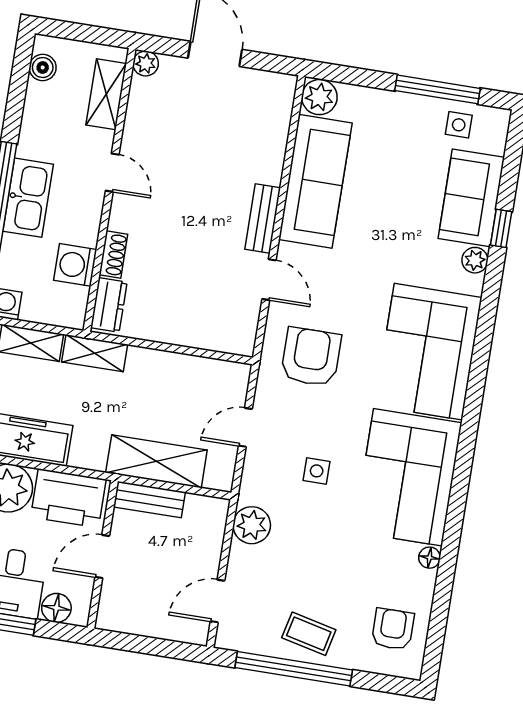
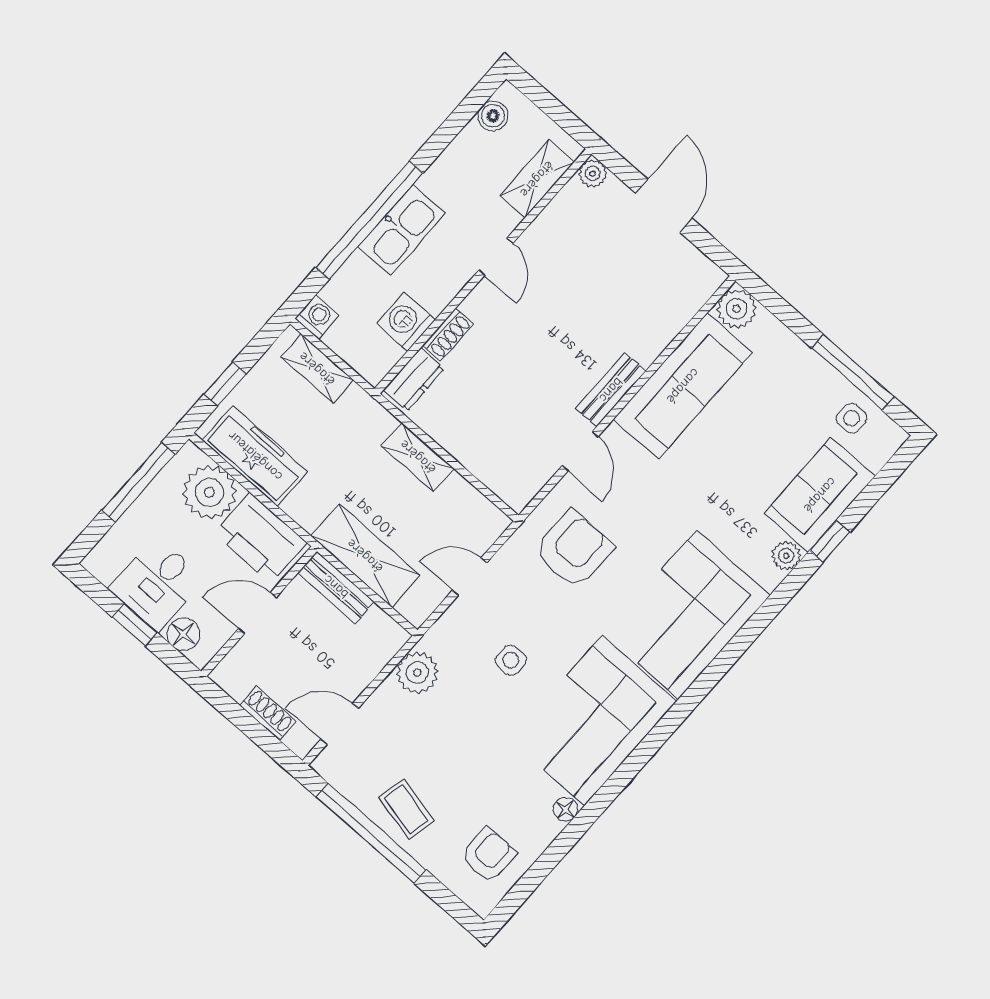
shelving: (95, 353) -> (418, 457), moved
shoe rack: (158, 627) -> (268, 713), added

